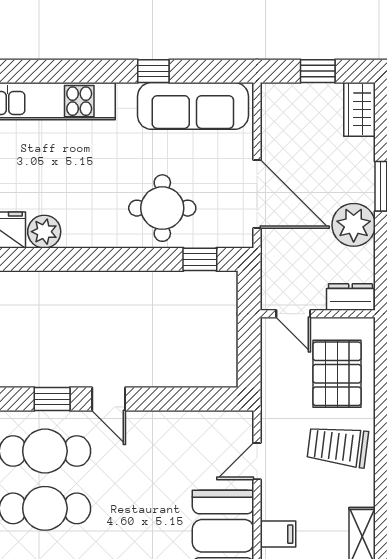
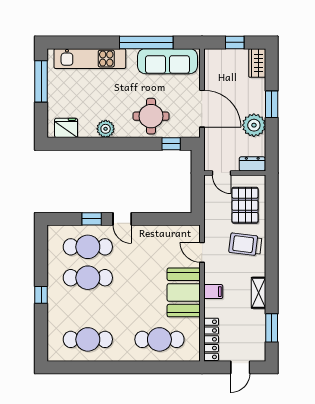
window: (153, 71) -> (146, 42), width x3.17
plant: (44, 232) -> (106, 129), moved
door: (257, 461) -> (202, 252), hinge flipped

